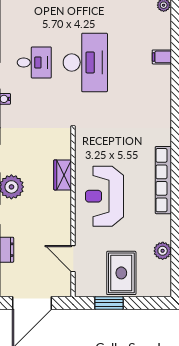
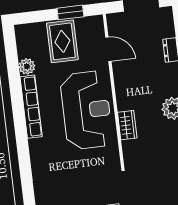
row of seats: (163, 180) -> (31, 107), moved
reception desk: (104, 196) -> (86, 110), width x1.36, depth x1.30

